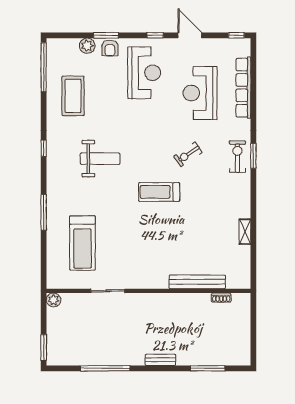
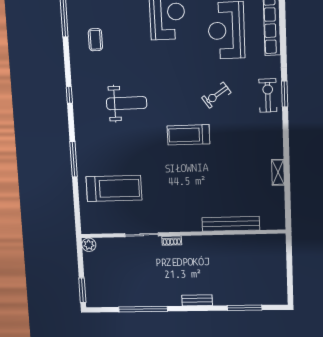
coffee table: (73, 96) -> (95, 40), width x0.54, depth x0.58
treadmill: (82, 243) -> (114, 188), turned -90
shoe rack: (221, 298) -> (172, 241), moved

